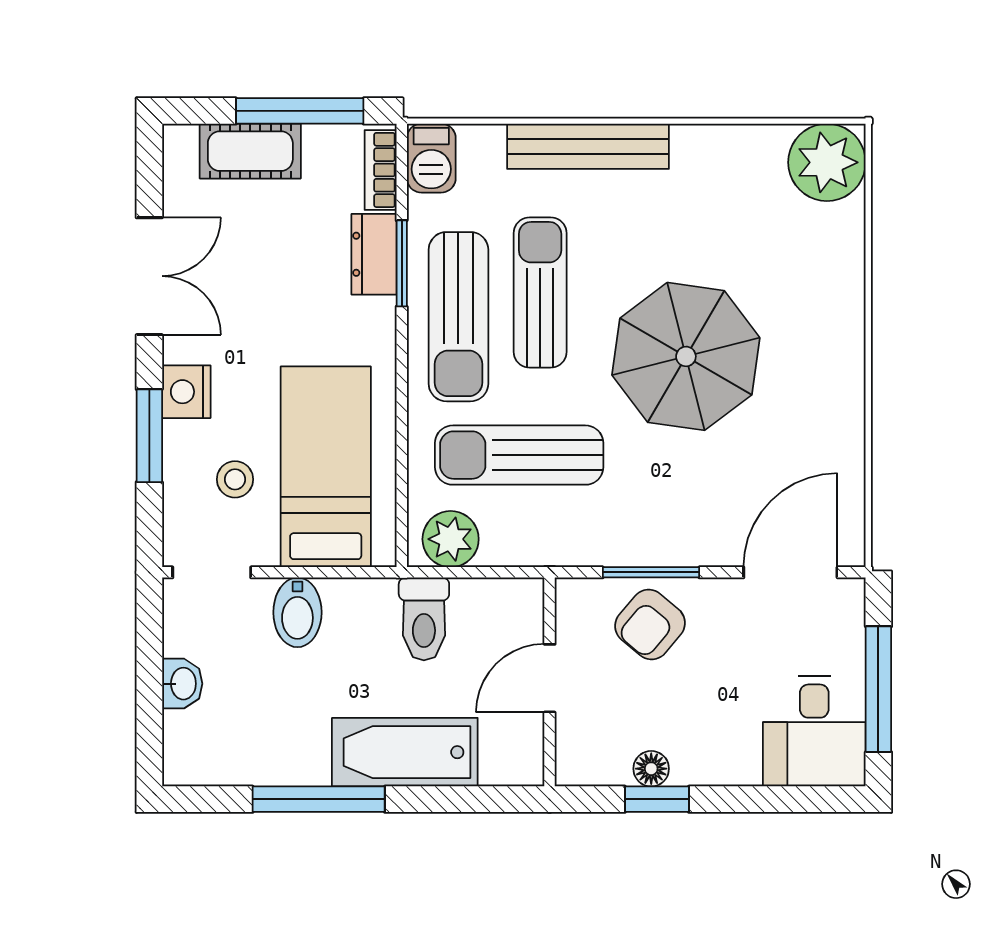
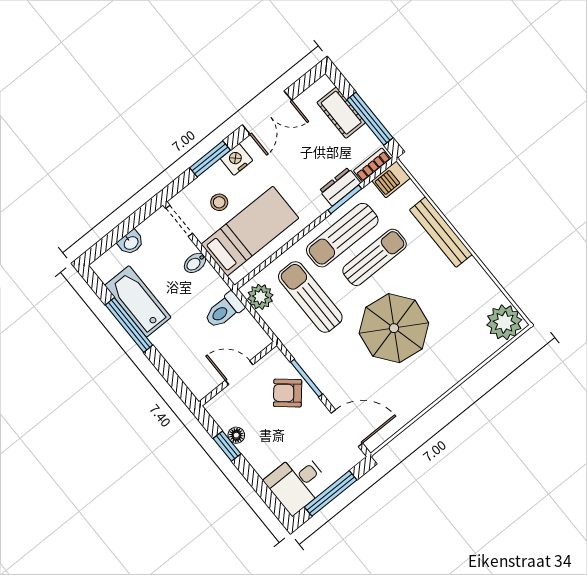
bidet: (297, 612) -> (195, 263), width x0.72, depth x0.74
bathtub: (405, 752) -> (138, 301), moved

